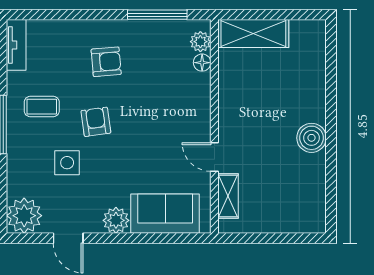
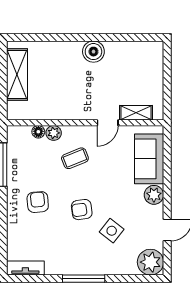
shelving: (253, 34) -> (17, 74), moved
plant: (200, 42) -> (54, 133), moved
coffee table: (42, 107) -> (75, 158), moved, turned 68
side table: (67, 163) -> (112, 231), turned 38

